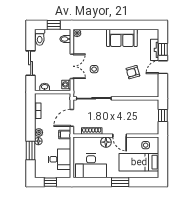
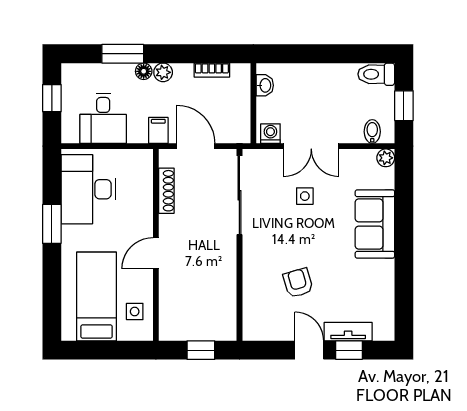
sofa: (122, 38) -> (375, 224), moved
sliding door: (31, 63) -> (318, 54), removed
floor lamp: (106, 142) -> (141, 223), removed
window: (120, 182) -> (52, 224), moved

